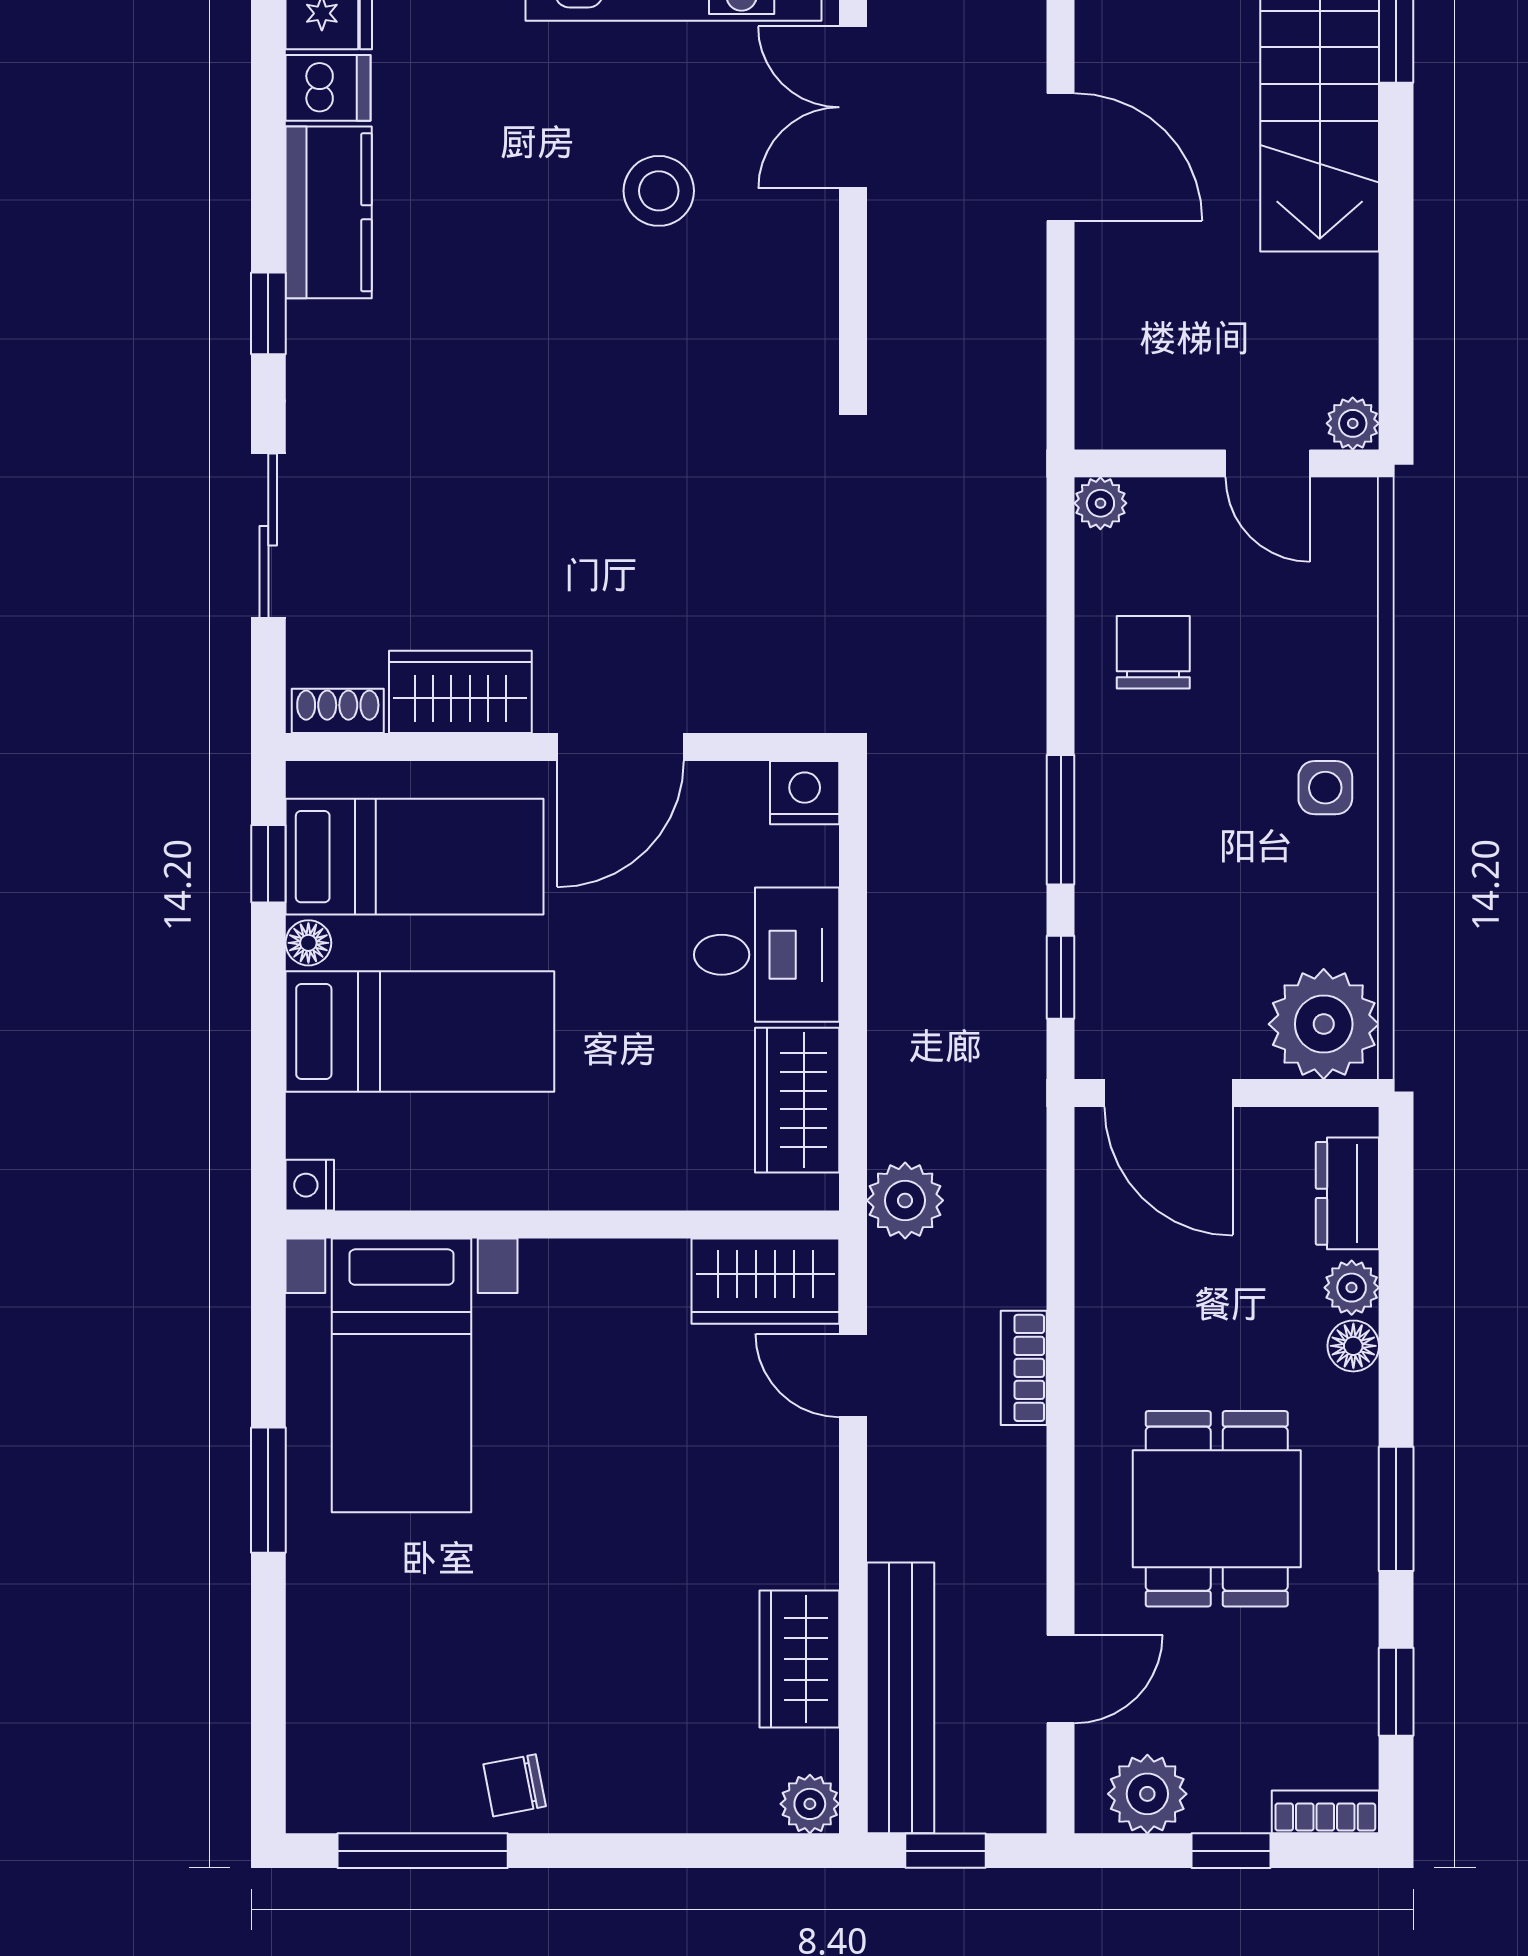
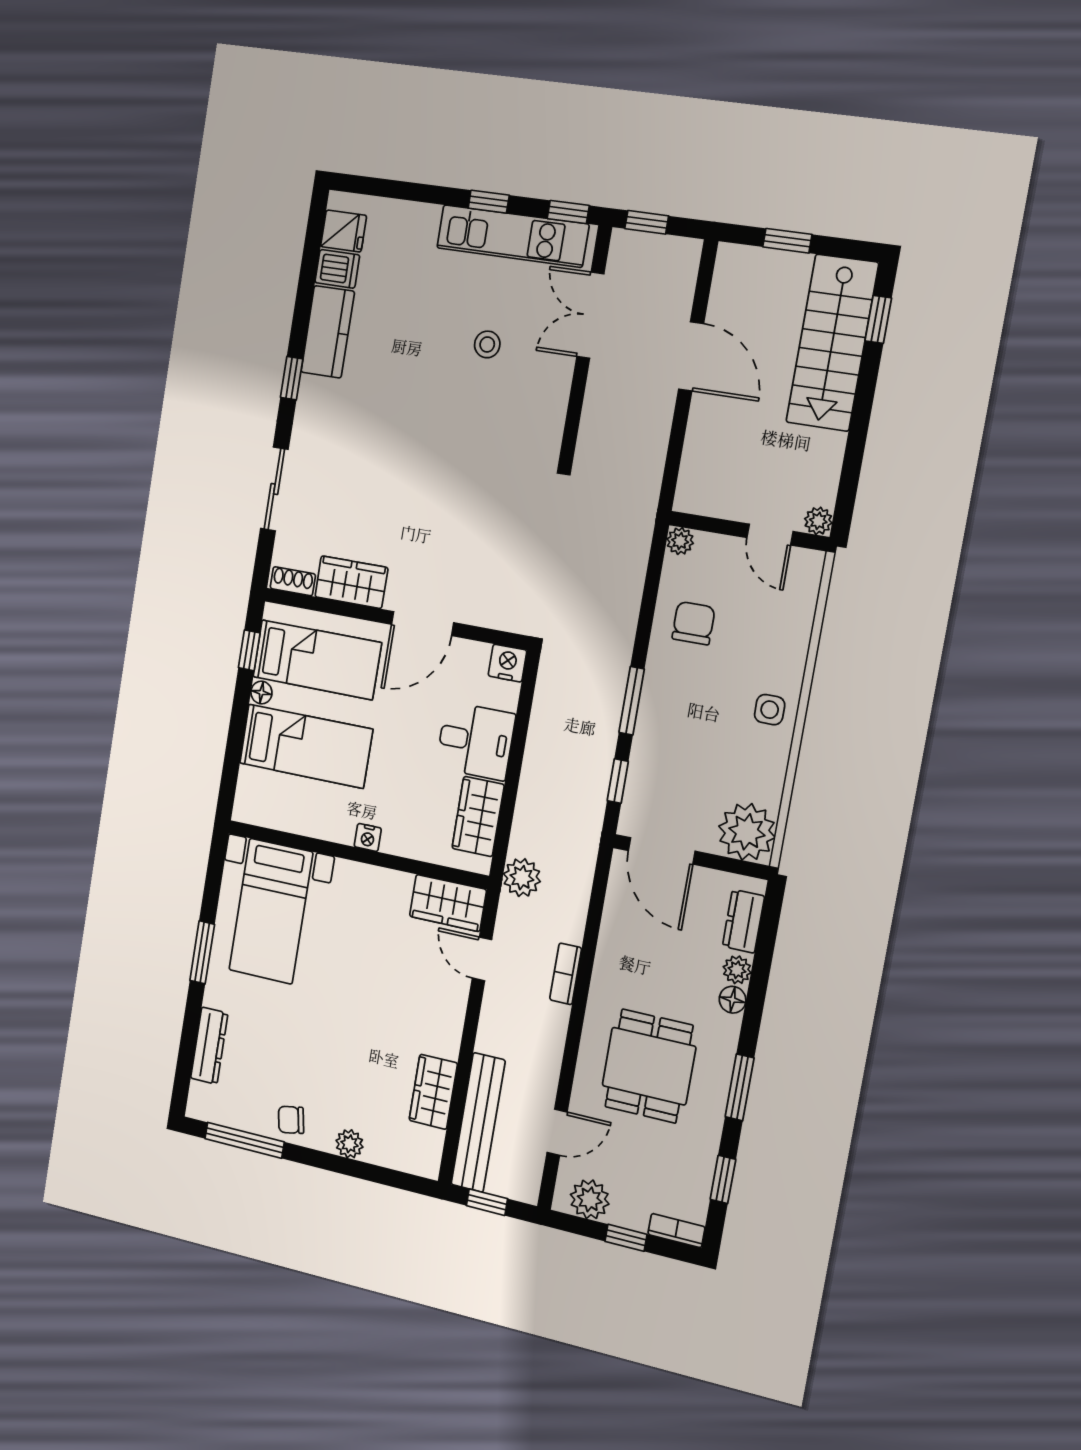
stool: (659, 191) -> (487, 344), width x0.73, depth x0.73
nightstand: (310, 1185) -> (368, 837), moved, turned -90
dresser: (315, 1676) -> (209, 1046), added
plant: (810, 1804) -> (349, 1144), moved

